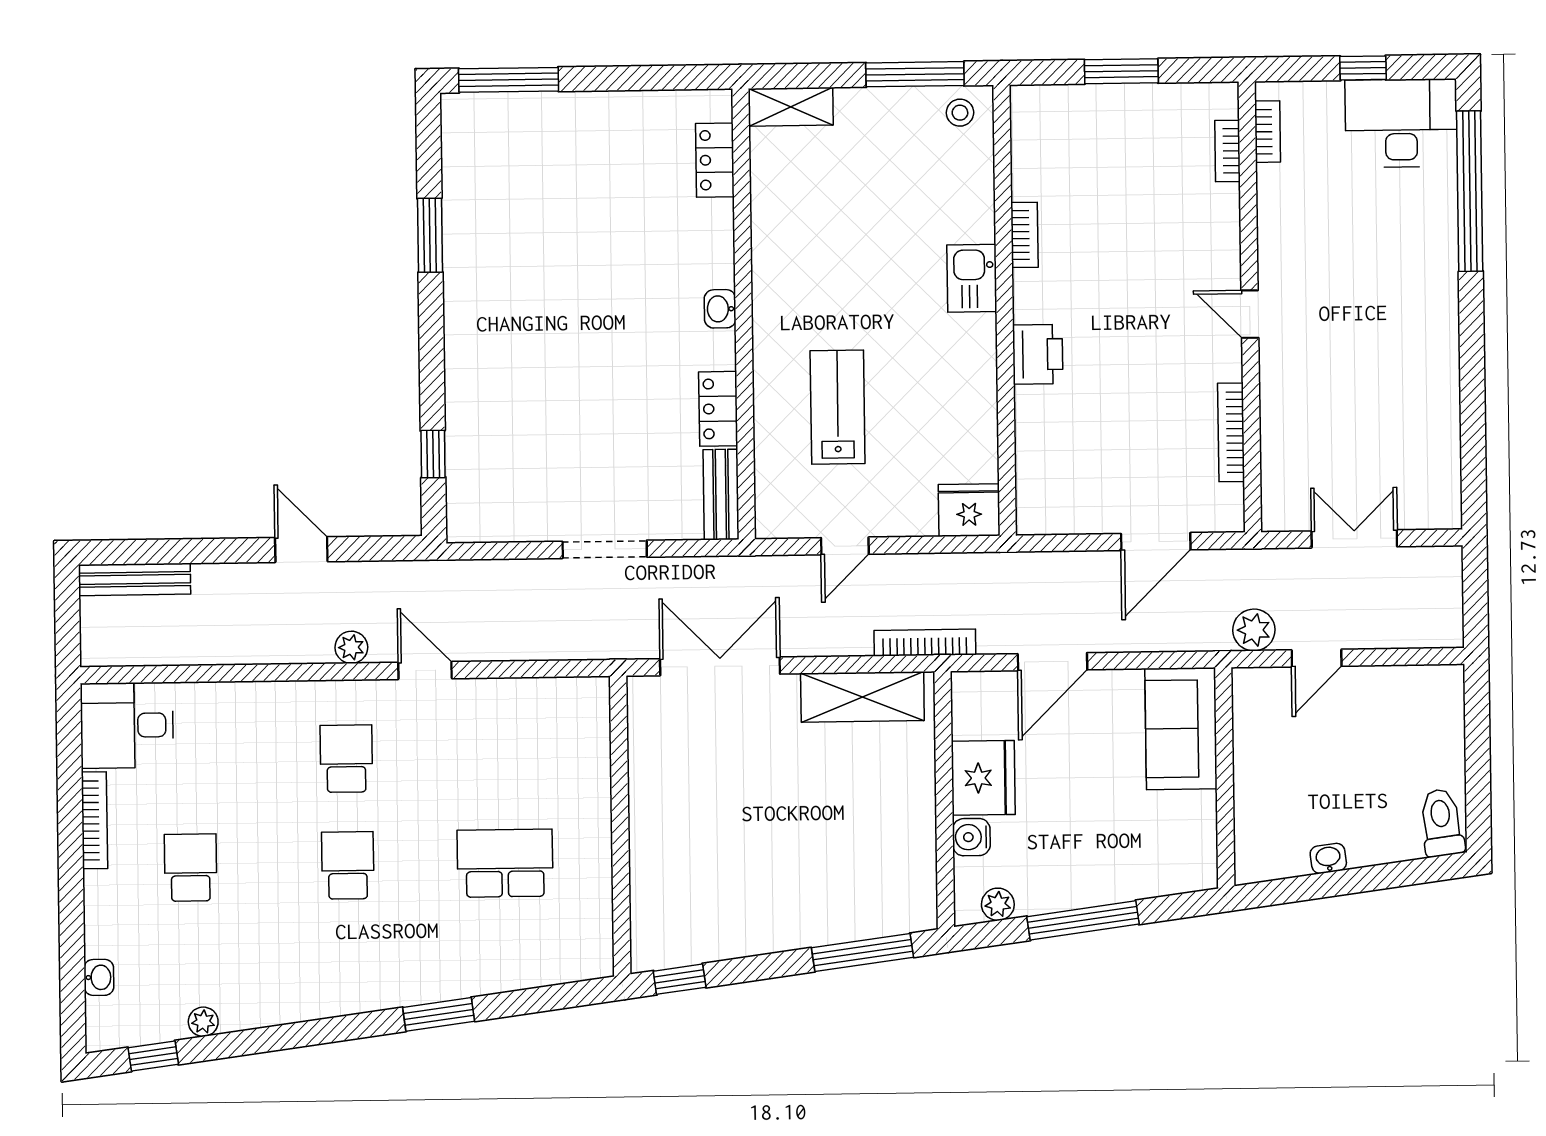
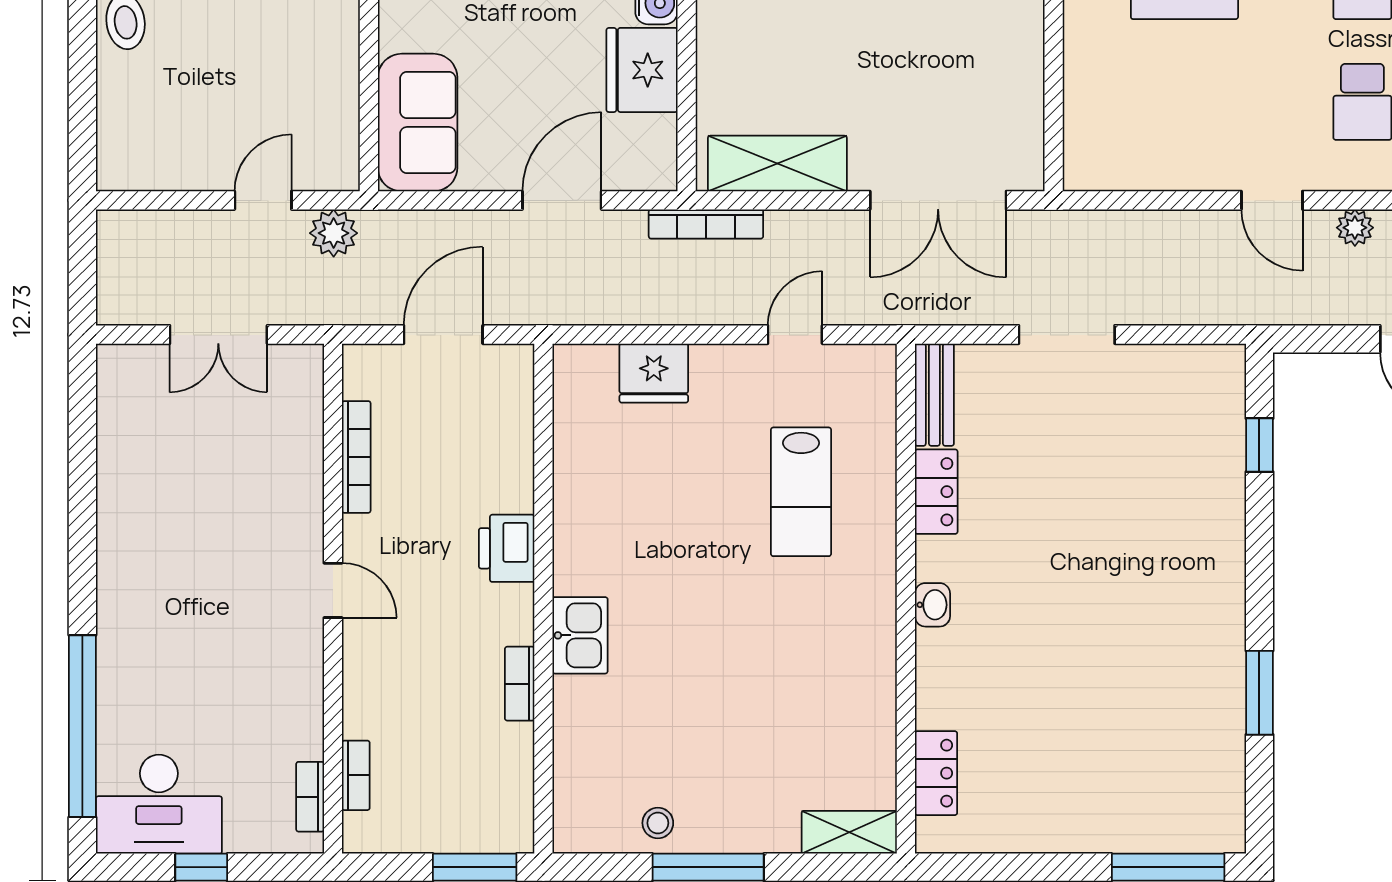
bookcase: (1025, 235) -> (520, 684), moved
kitchen sink: (972, 278) -> (580, 635), moved
wall: (1005, 310) -> (543, 599), moved
printer: (1038, 354) -> (507, 548), moved

